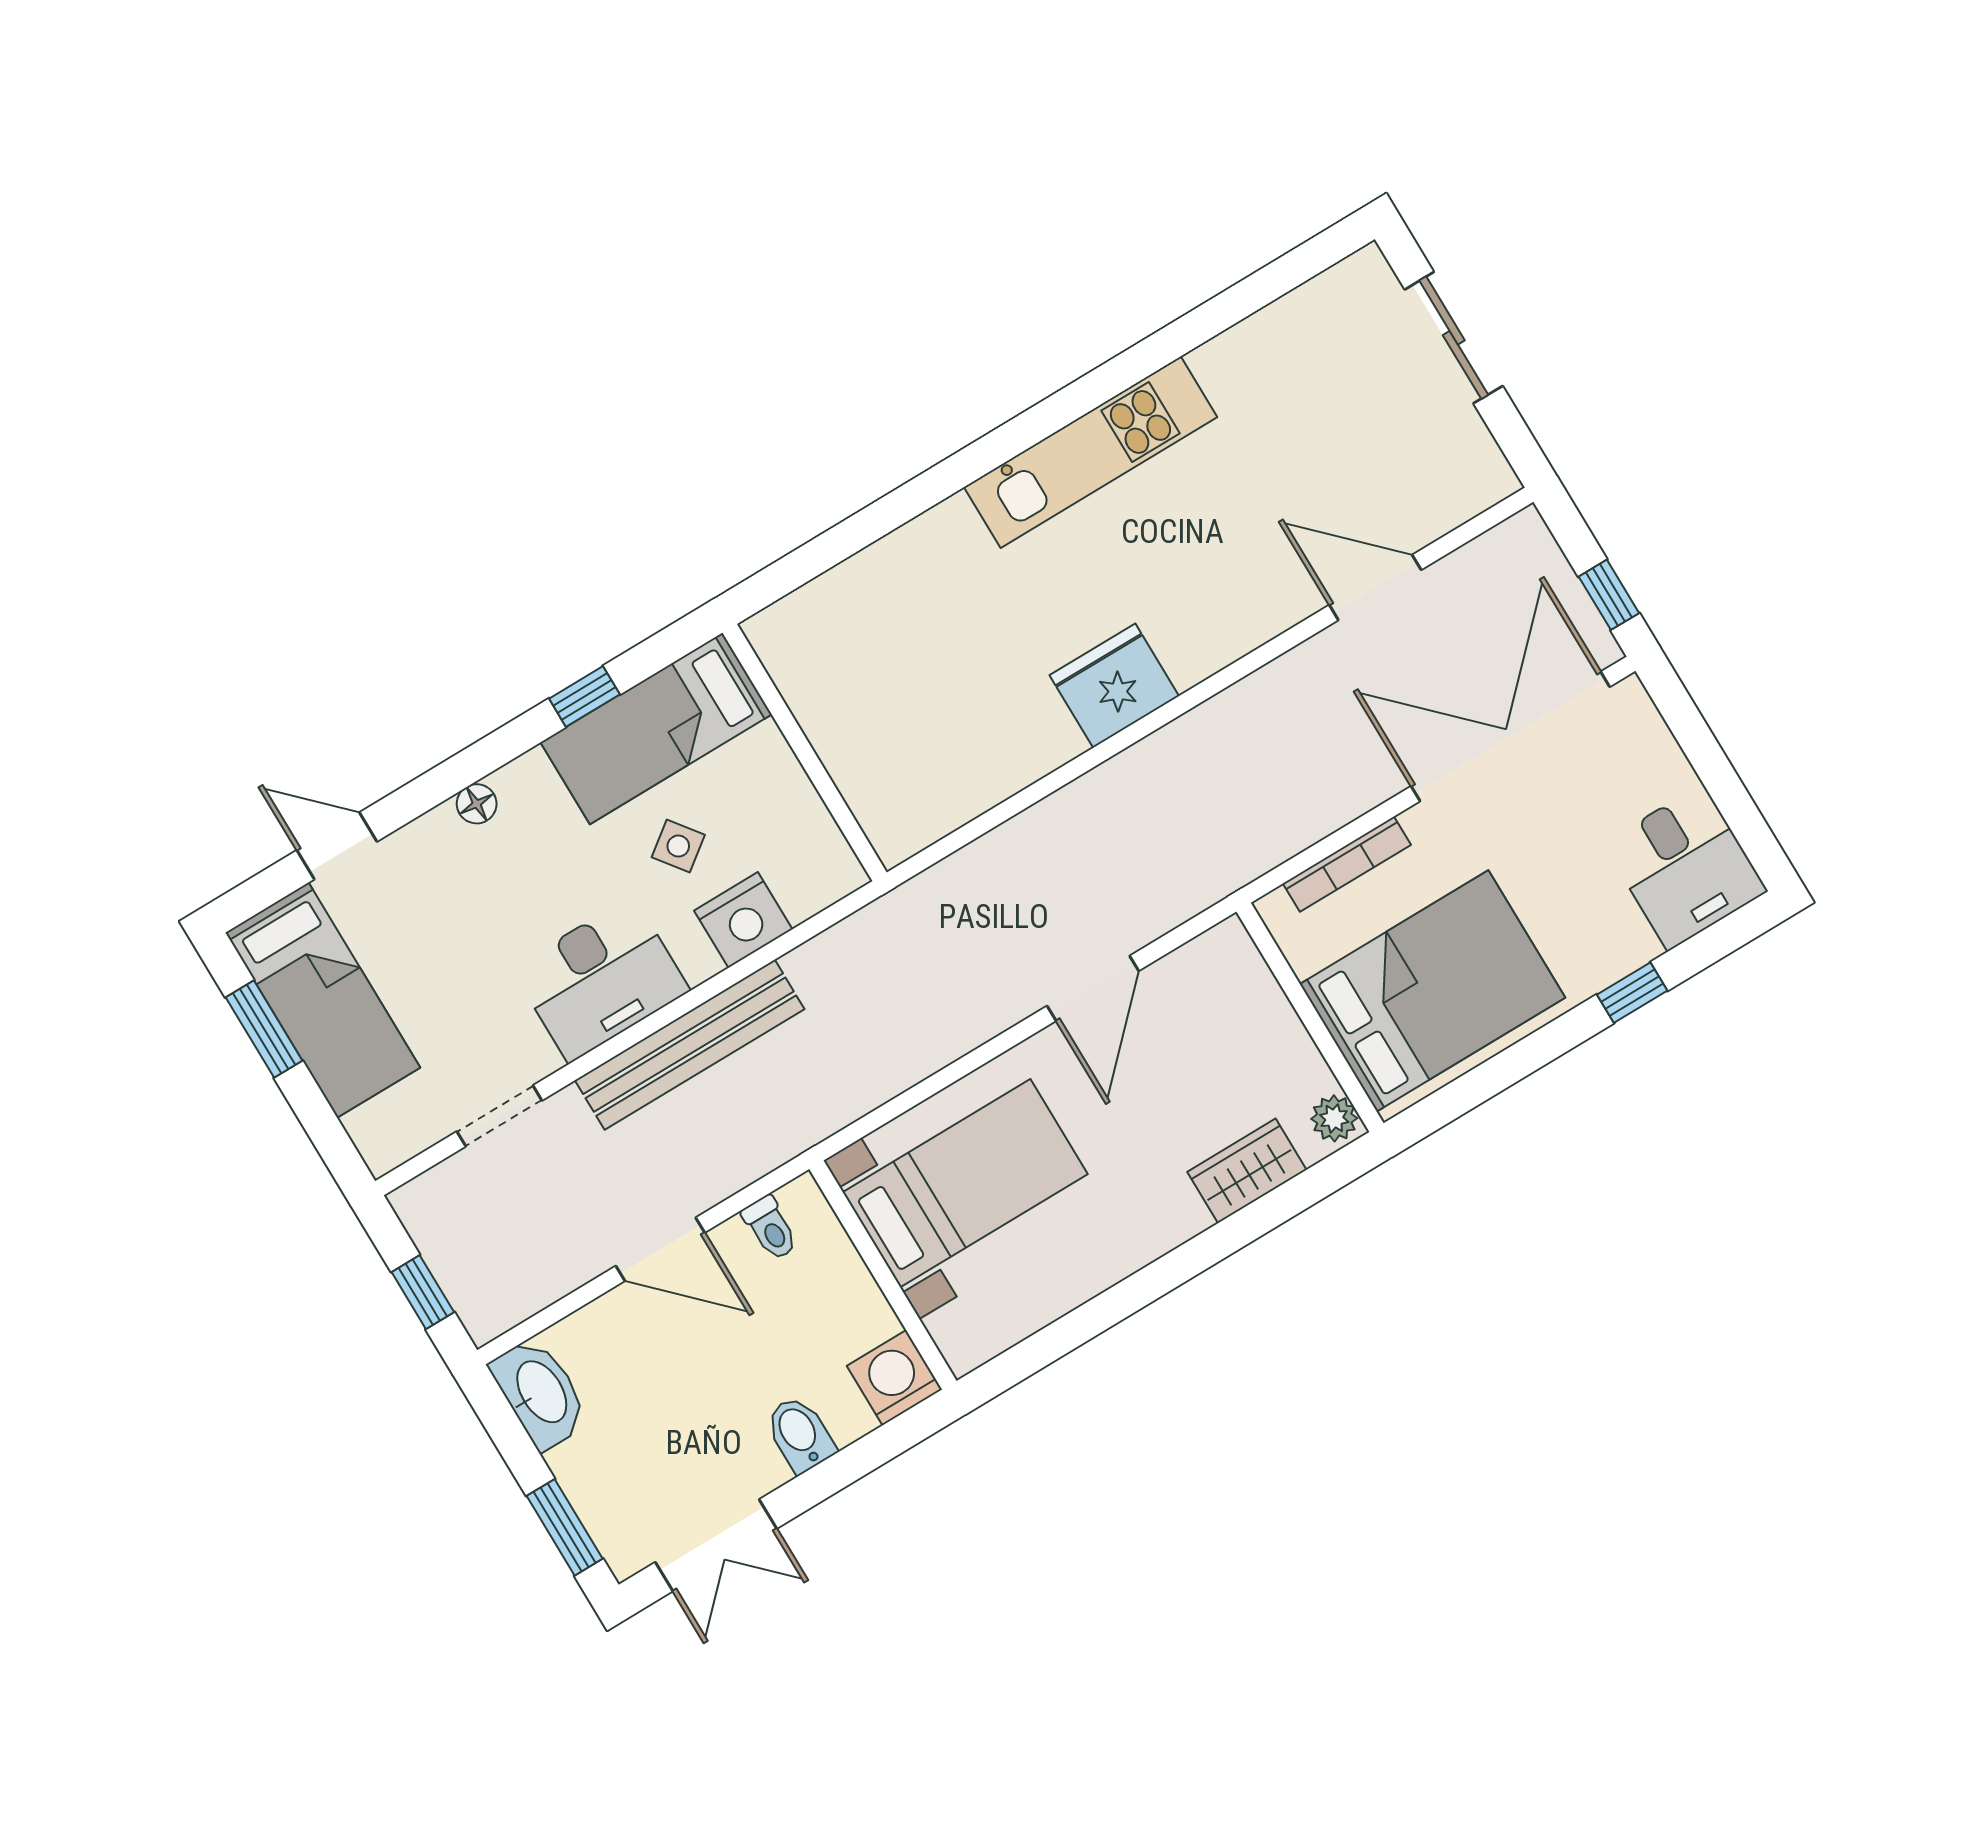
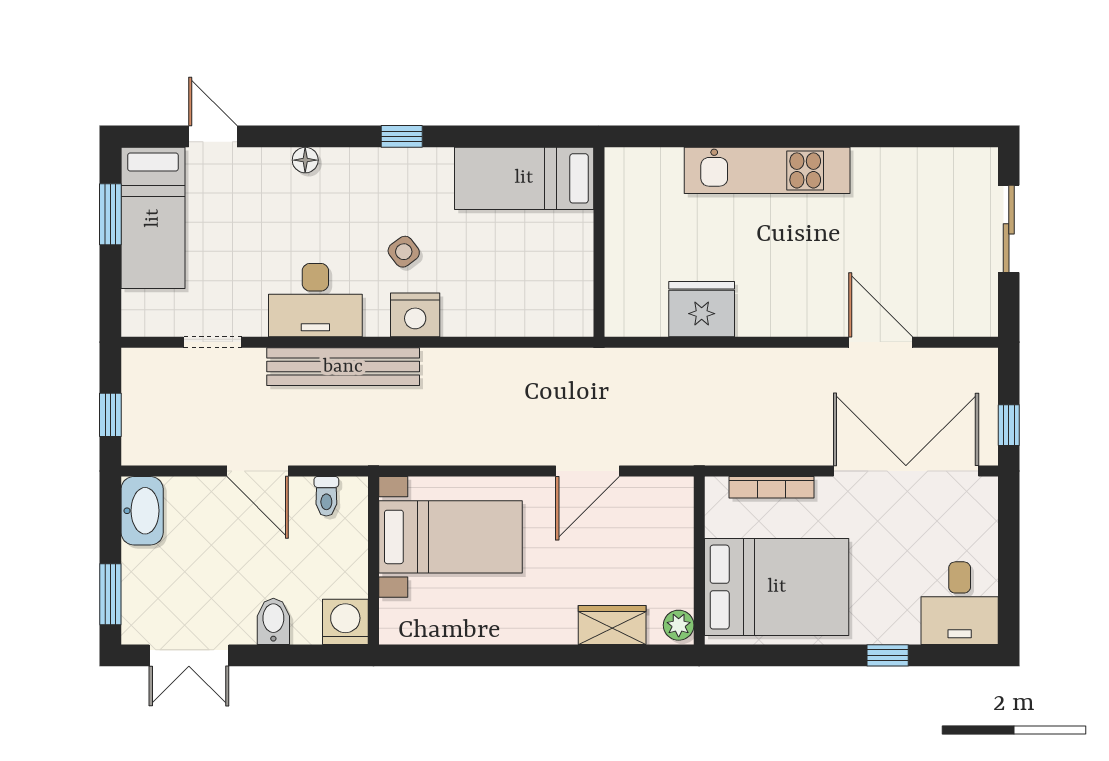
bed: (656, 728) -> (524, 178), moved
wall: (805, 753) -> (599, 242), moved

